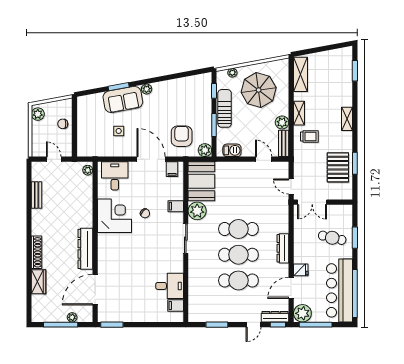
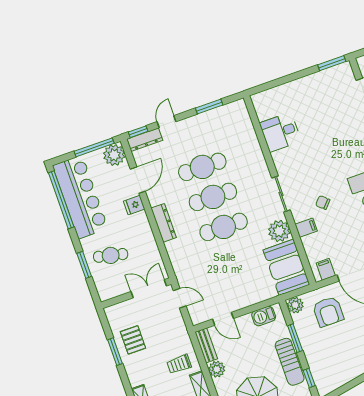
pallet: (338, 167) -> (133, 340), width x0.67, depth x0.71
chair: (145, 213) -> (323, 203), moved
filing cabinet: (176, 305) -> (265, 112), removed

